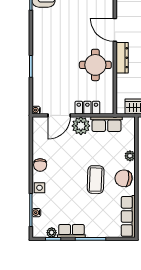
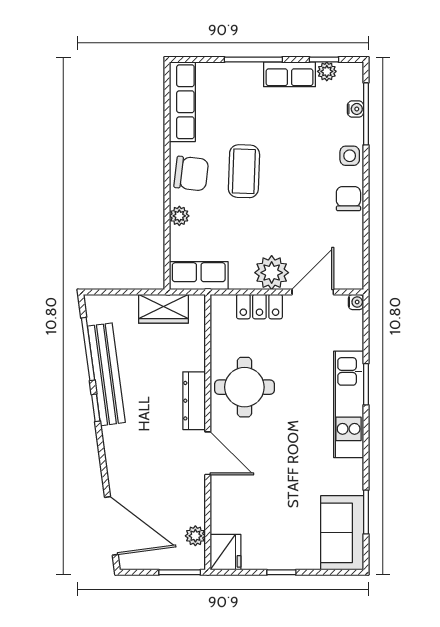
kitchen unit: (40, 56) -> (349, 404), added
row of seats: (107, 124) -> (199, 276), moved

